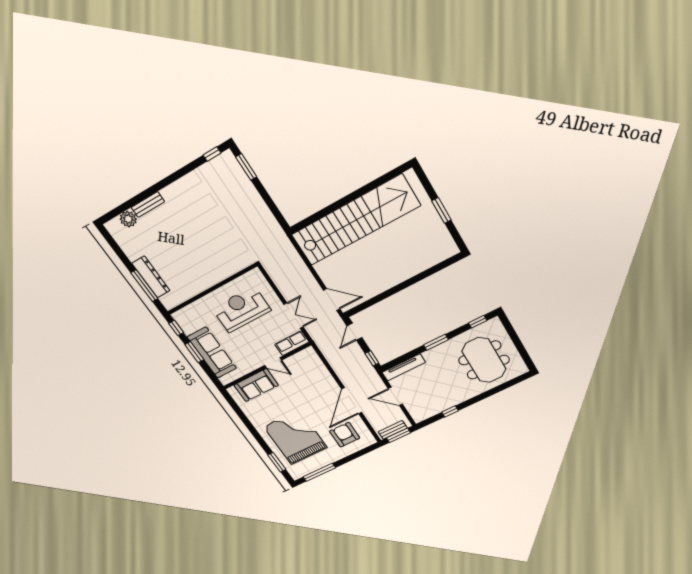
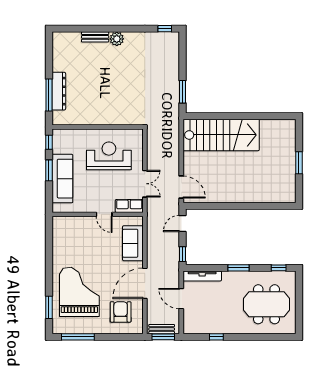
window: (246, 167) -> (182, 92), moved
plant: (128, 219) -> (117, 39), moved
stairs: (356, 220) -> (221, 135), width x0.73
meeting table: (484, 360) -> (266, 304), turned 90
sofa: (256, 385) -> (133, 243), moved, turned 90

